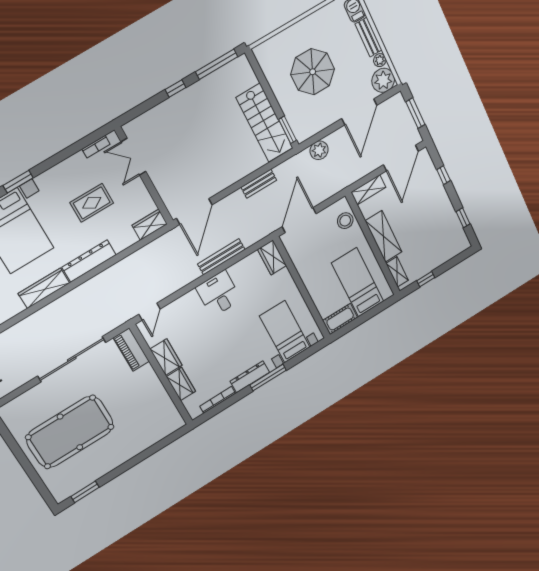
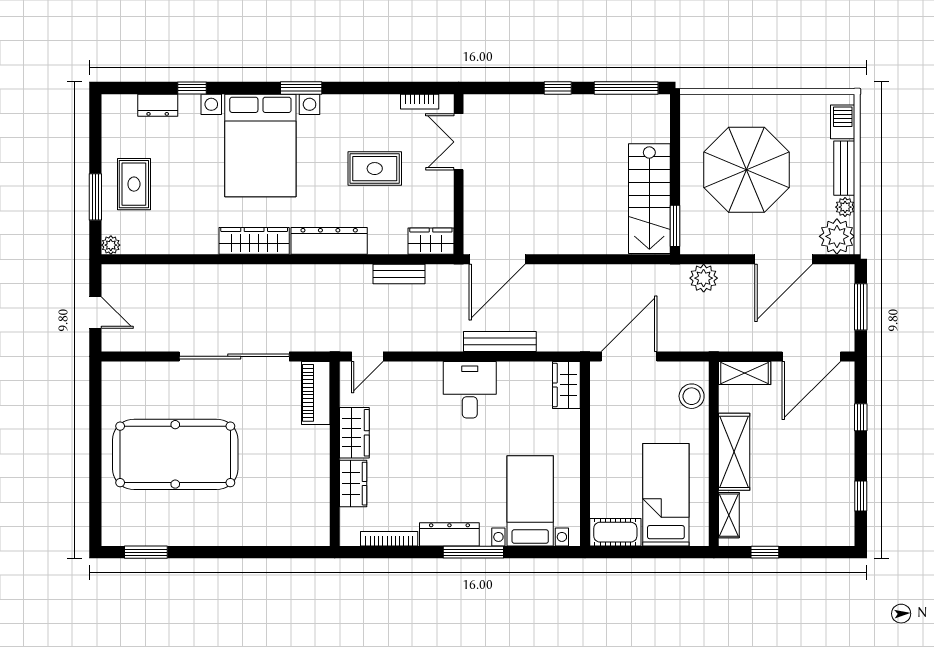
parasol: (313, 72) -> (746, 170), width x1.36, depth x1.36
bench: (259, 184) -> (399, 274), moved

